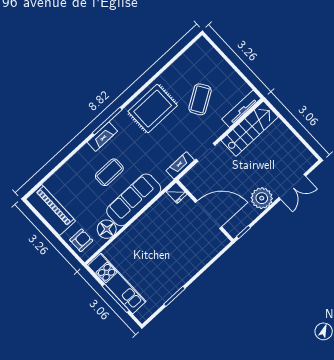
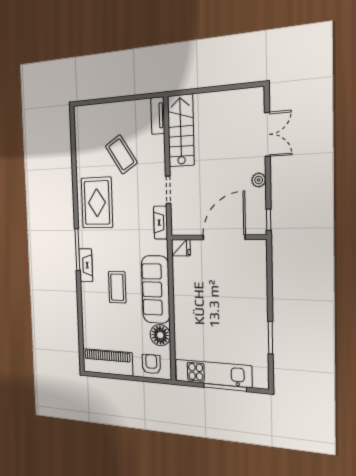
tv unit: (241, 109) -> (158, 116), width x0.71
plant: (262, 198) -> (259, 180), width x0.53, depth x0.53

